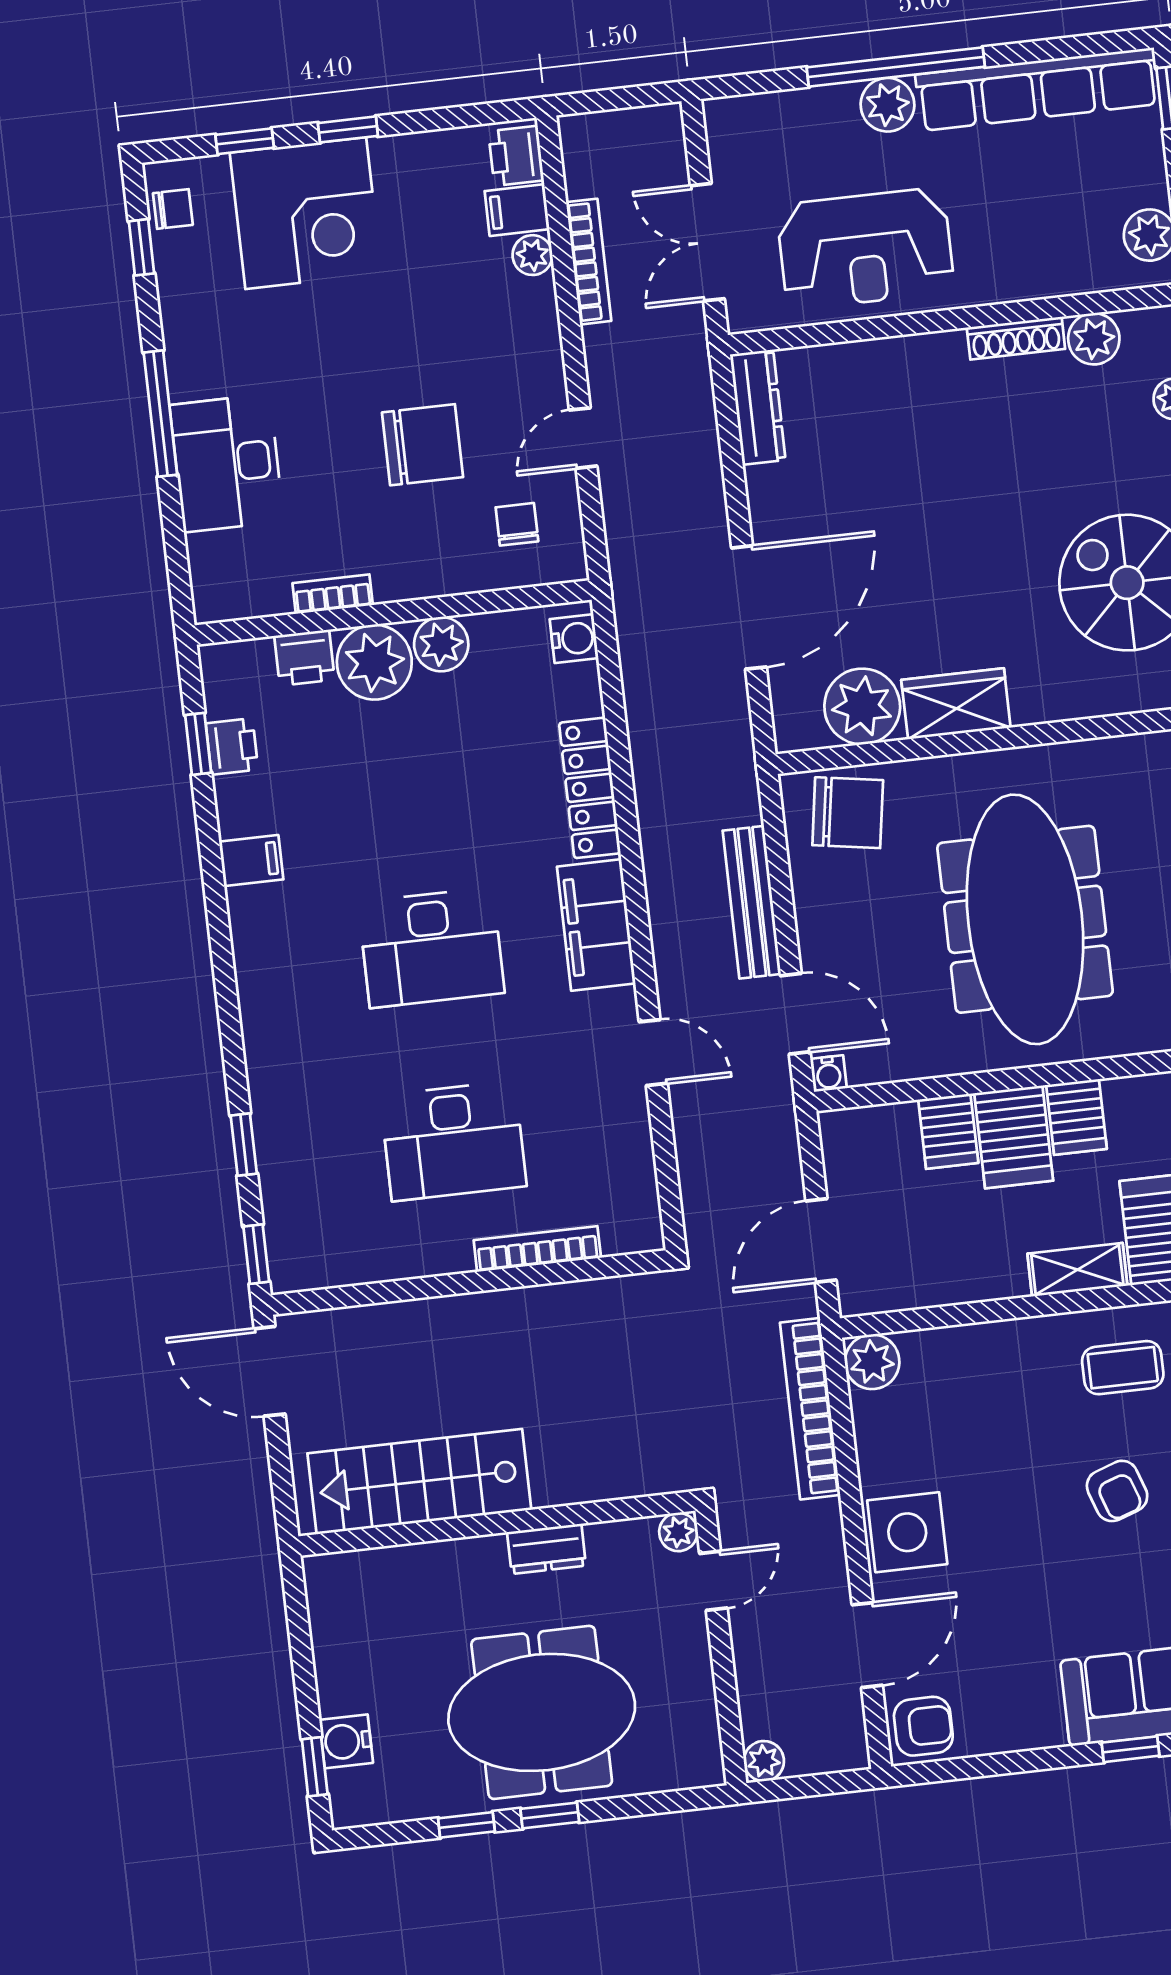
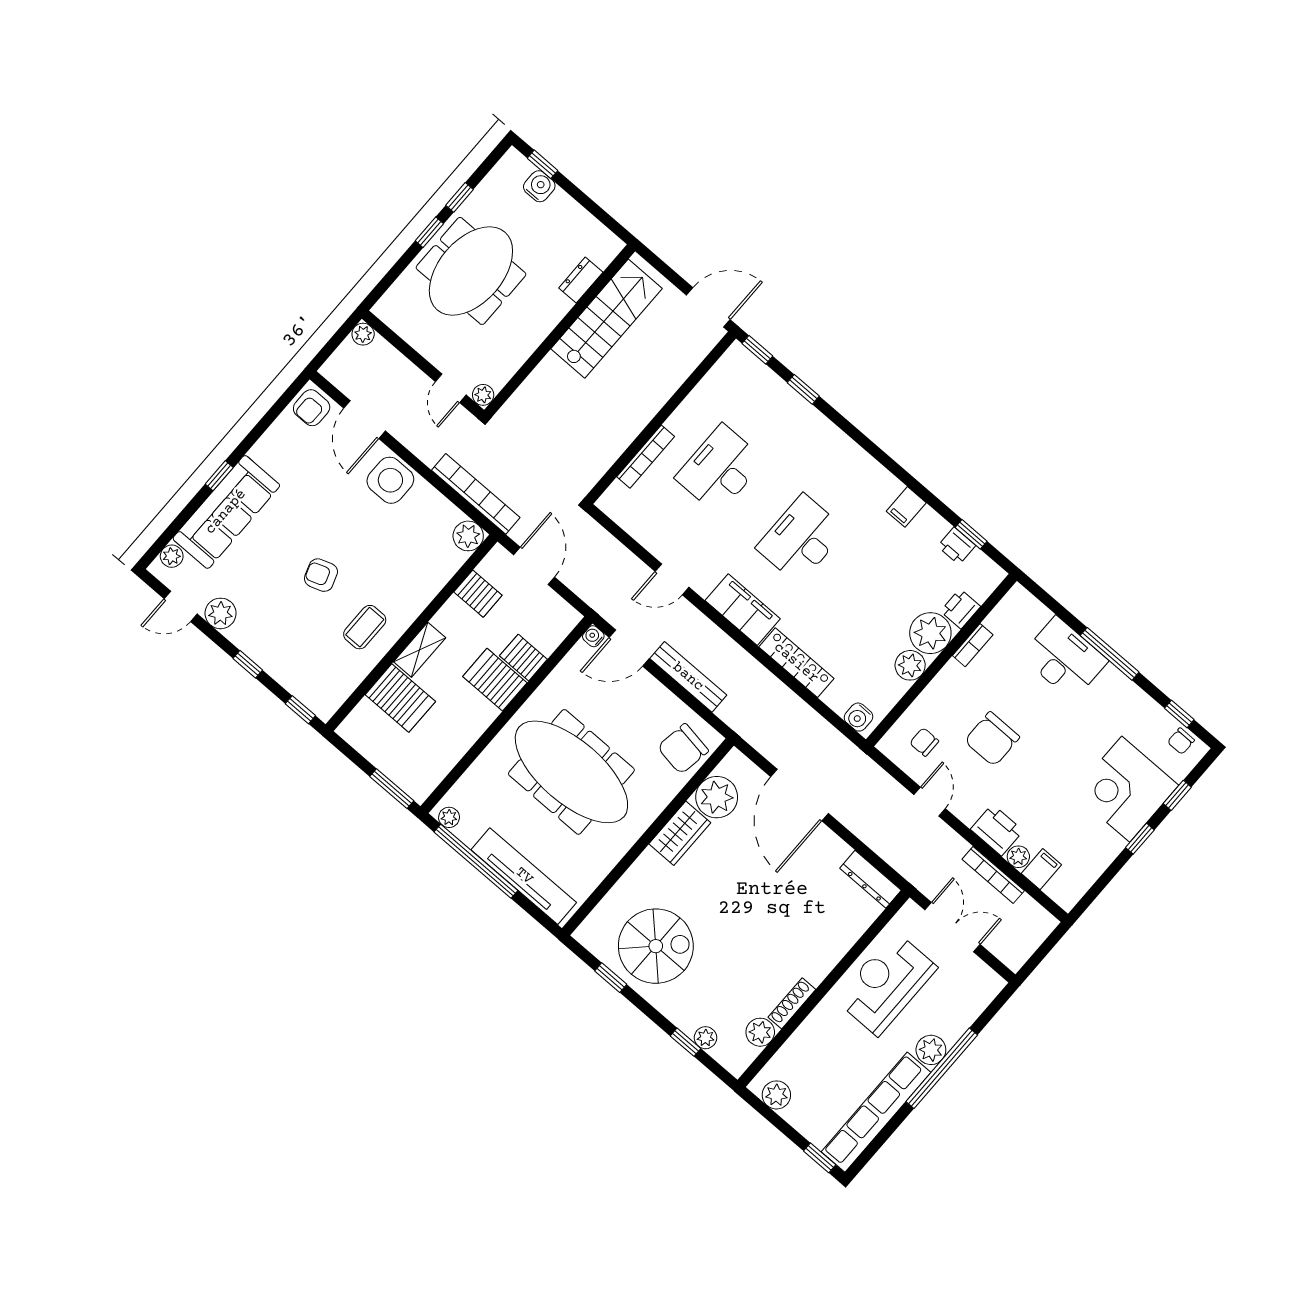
printer: (516, 156) -> (997, 830), moved, width x1.36, depth x1.24
chair: (517, 524) -> (924, 742), turned 180
server rack: (1076, 1117) -> (478, 594), moved, turned 180
dresser: (546, 1549) -> (581, 280), moved

